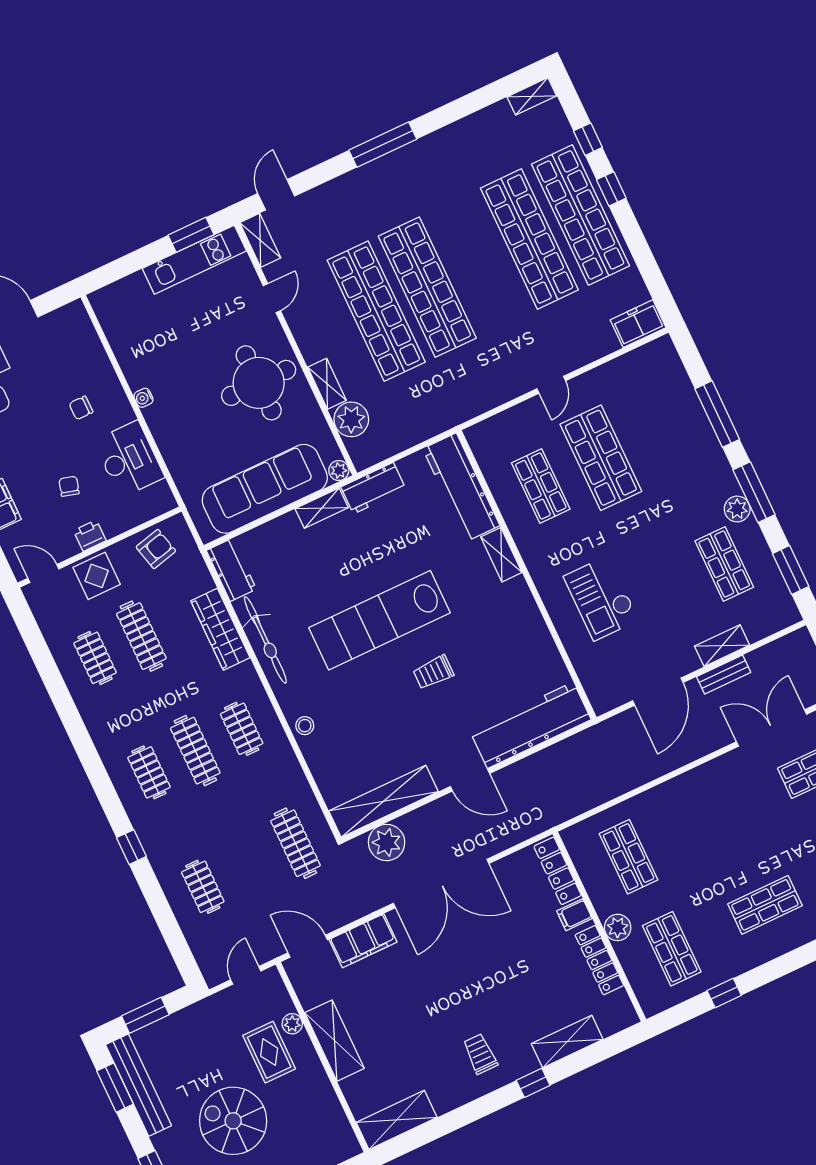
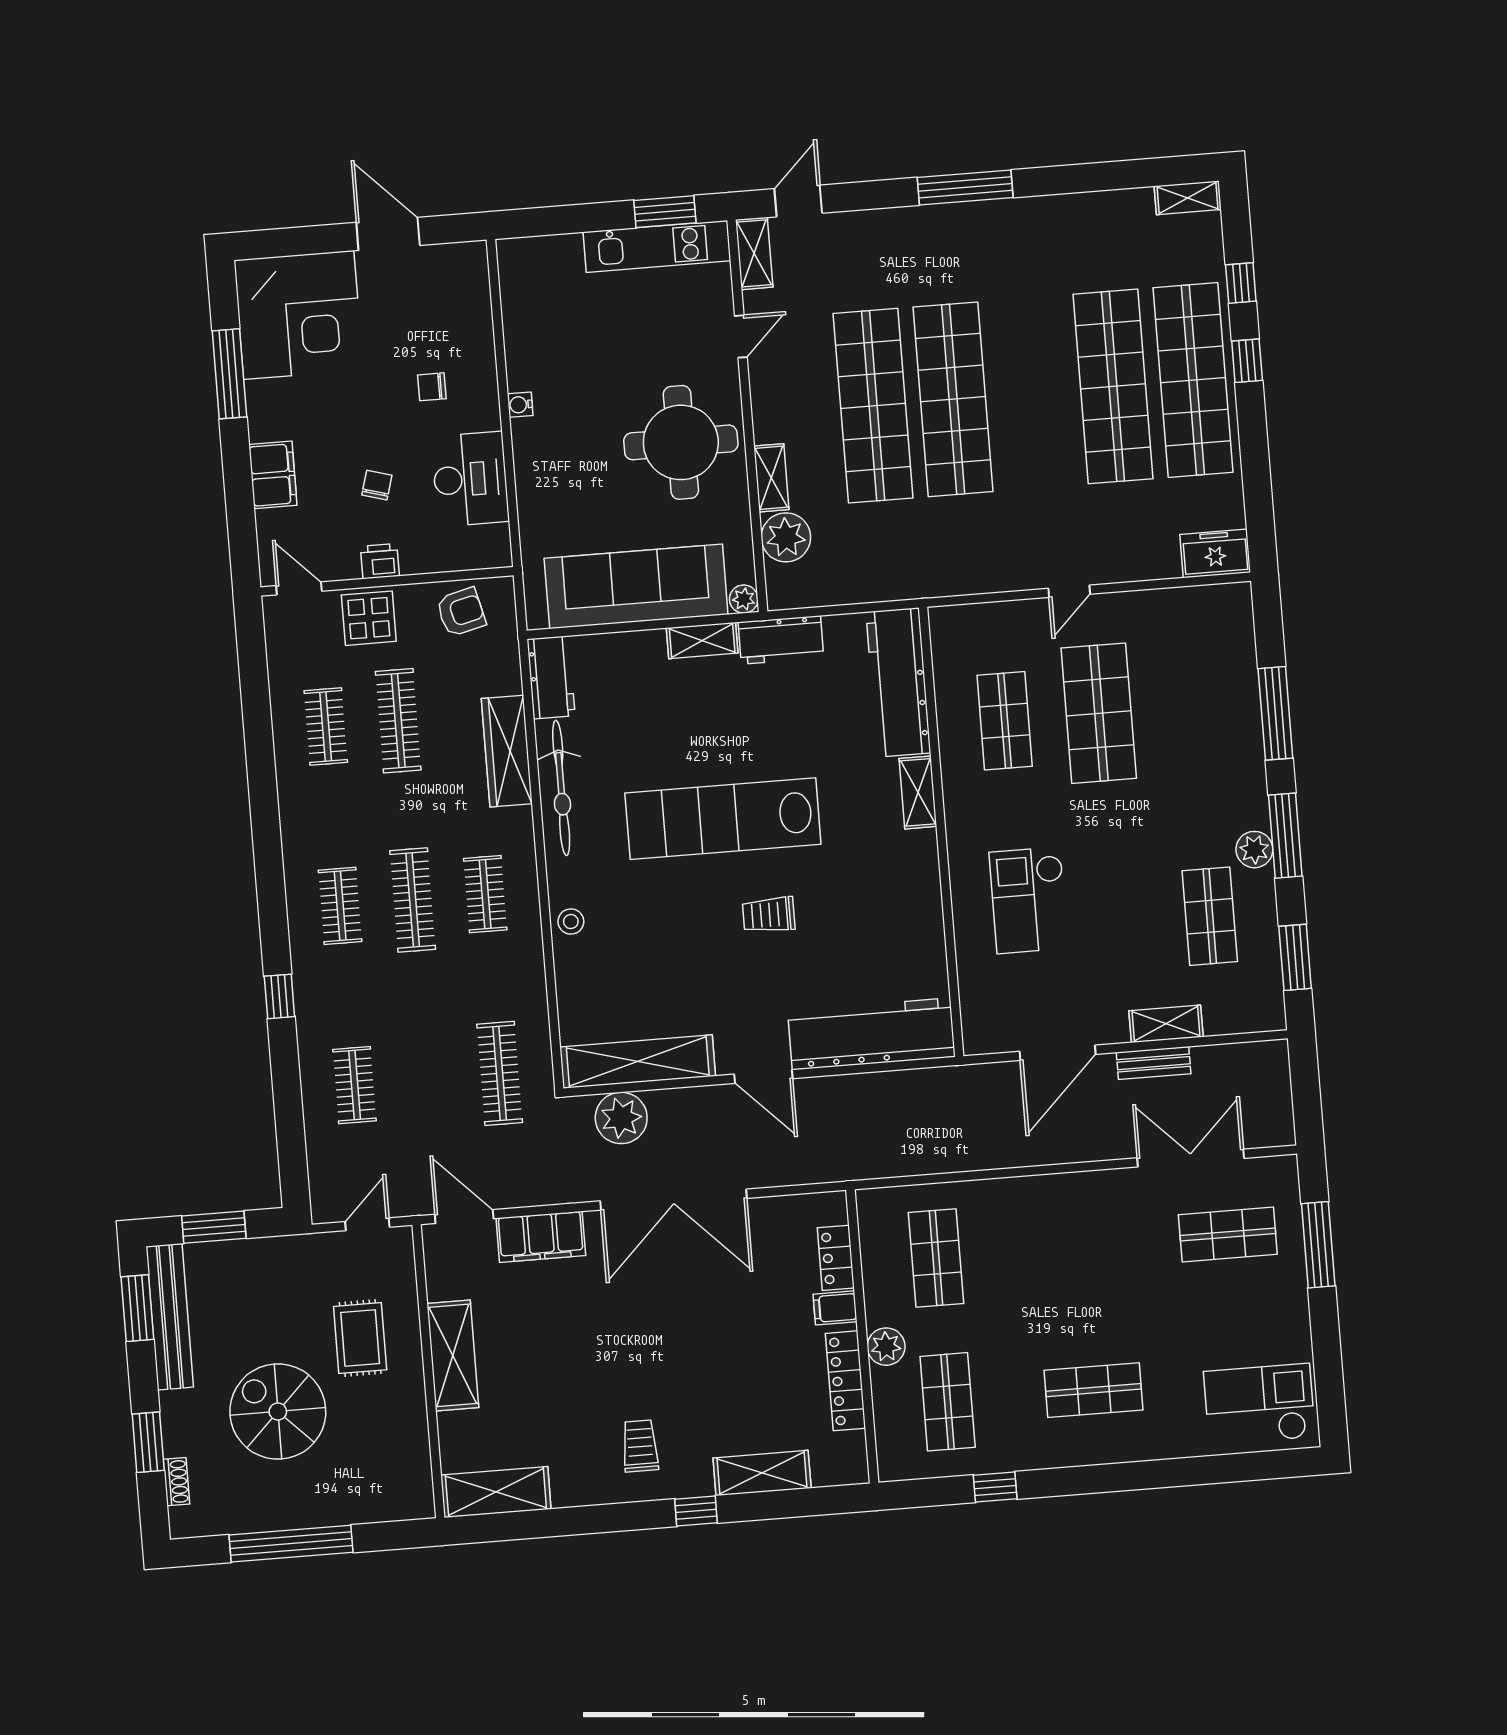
locker: (558, 871) -> (836, 1258), width x0.66
plant: (292, 1024) -> (405, 1312), removed

